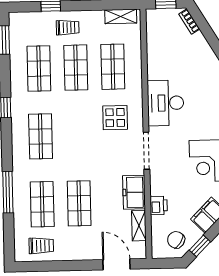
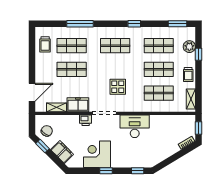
plant: (39, 21) -> (189, 47), added
trolley: (68, 28) -> (188, 75), moved
display table: (115, 118) -> (118, 87), moved
printer: (159, 205) -> (86, 120), moved

